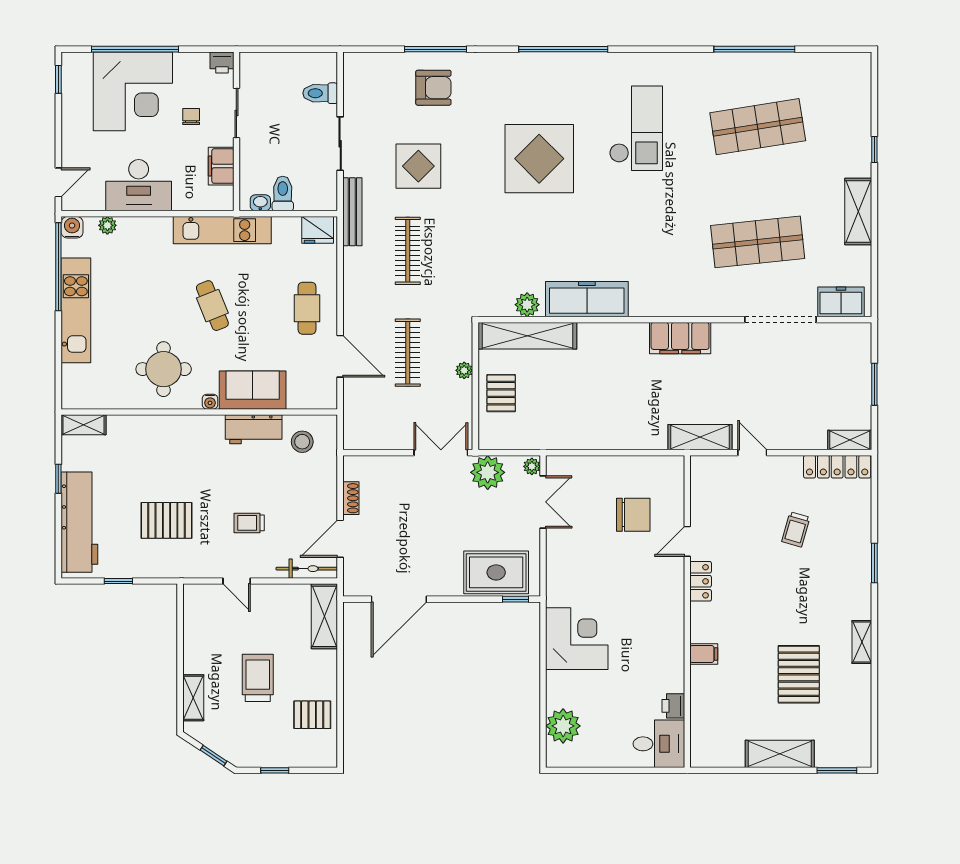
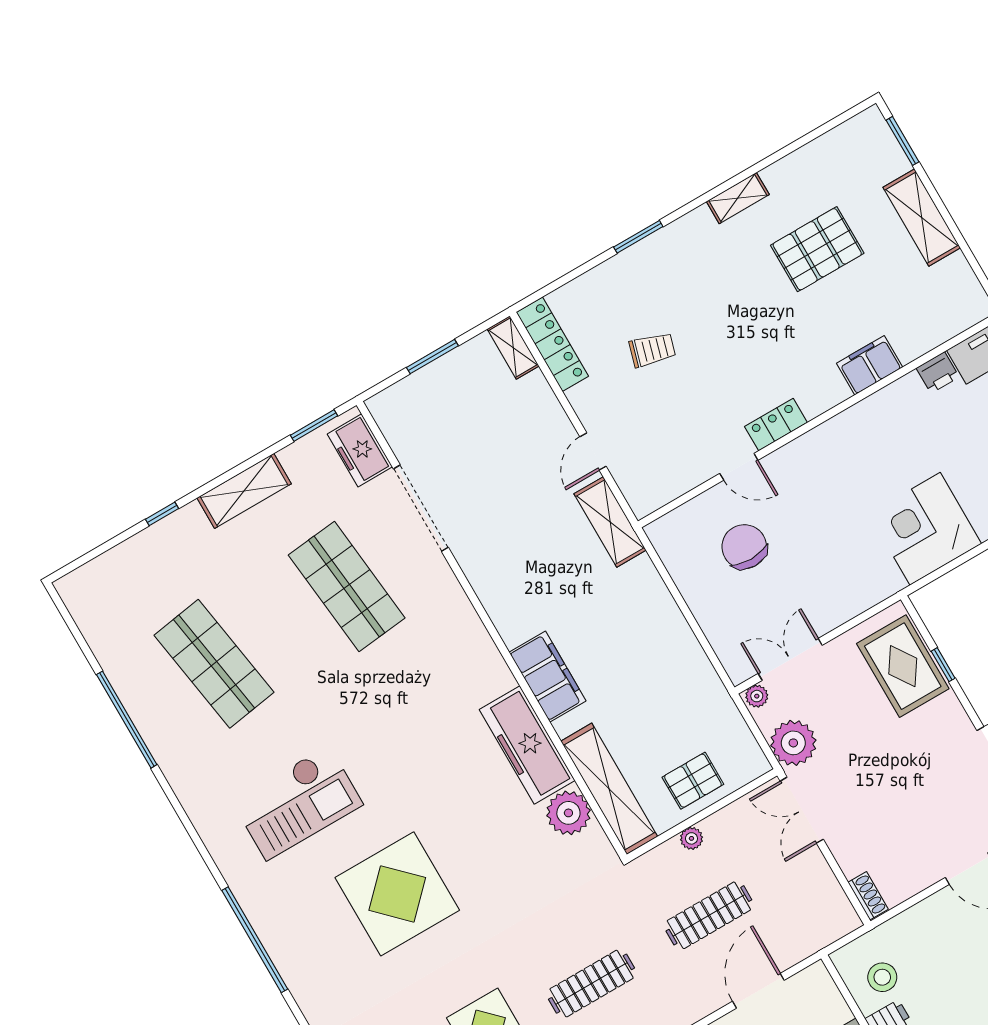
checkout: (636, 128) -> (297, 803), turned 180
window: (874, 281) -> (314, 426), added
plant: (527, 305) -> (568, 813), width x1.36, depth x1.36
filing cabinet: (680, 338) -> (547, 677), moved
shoe rack: (351, 498) -> (868, 896), moved, turned 90
window: (516, 599) -> (943, 665), moved
filing cabinet: (704, 654) -> (869, 365), width x2.00

